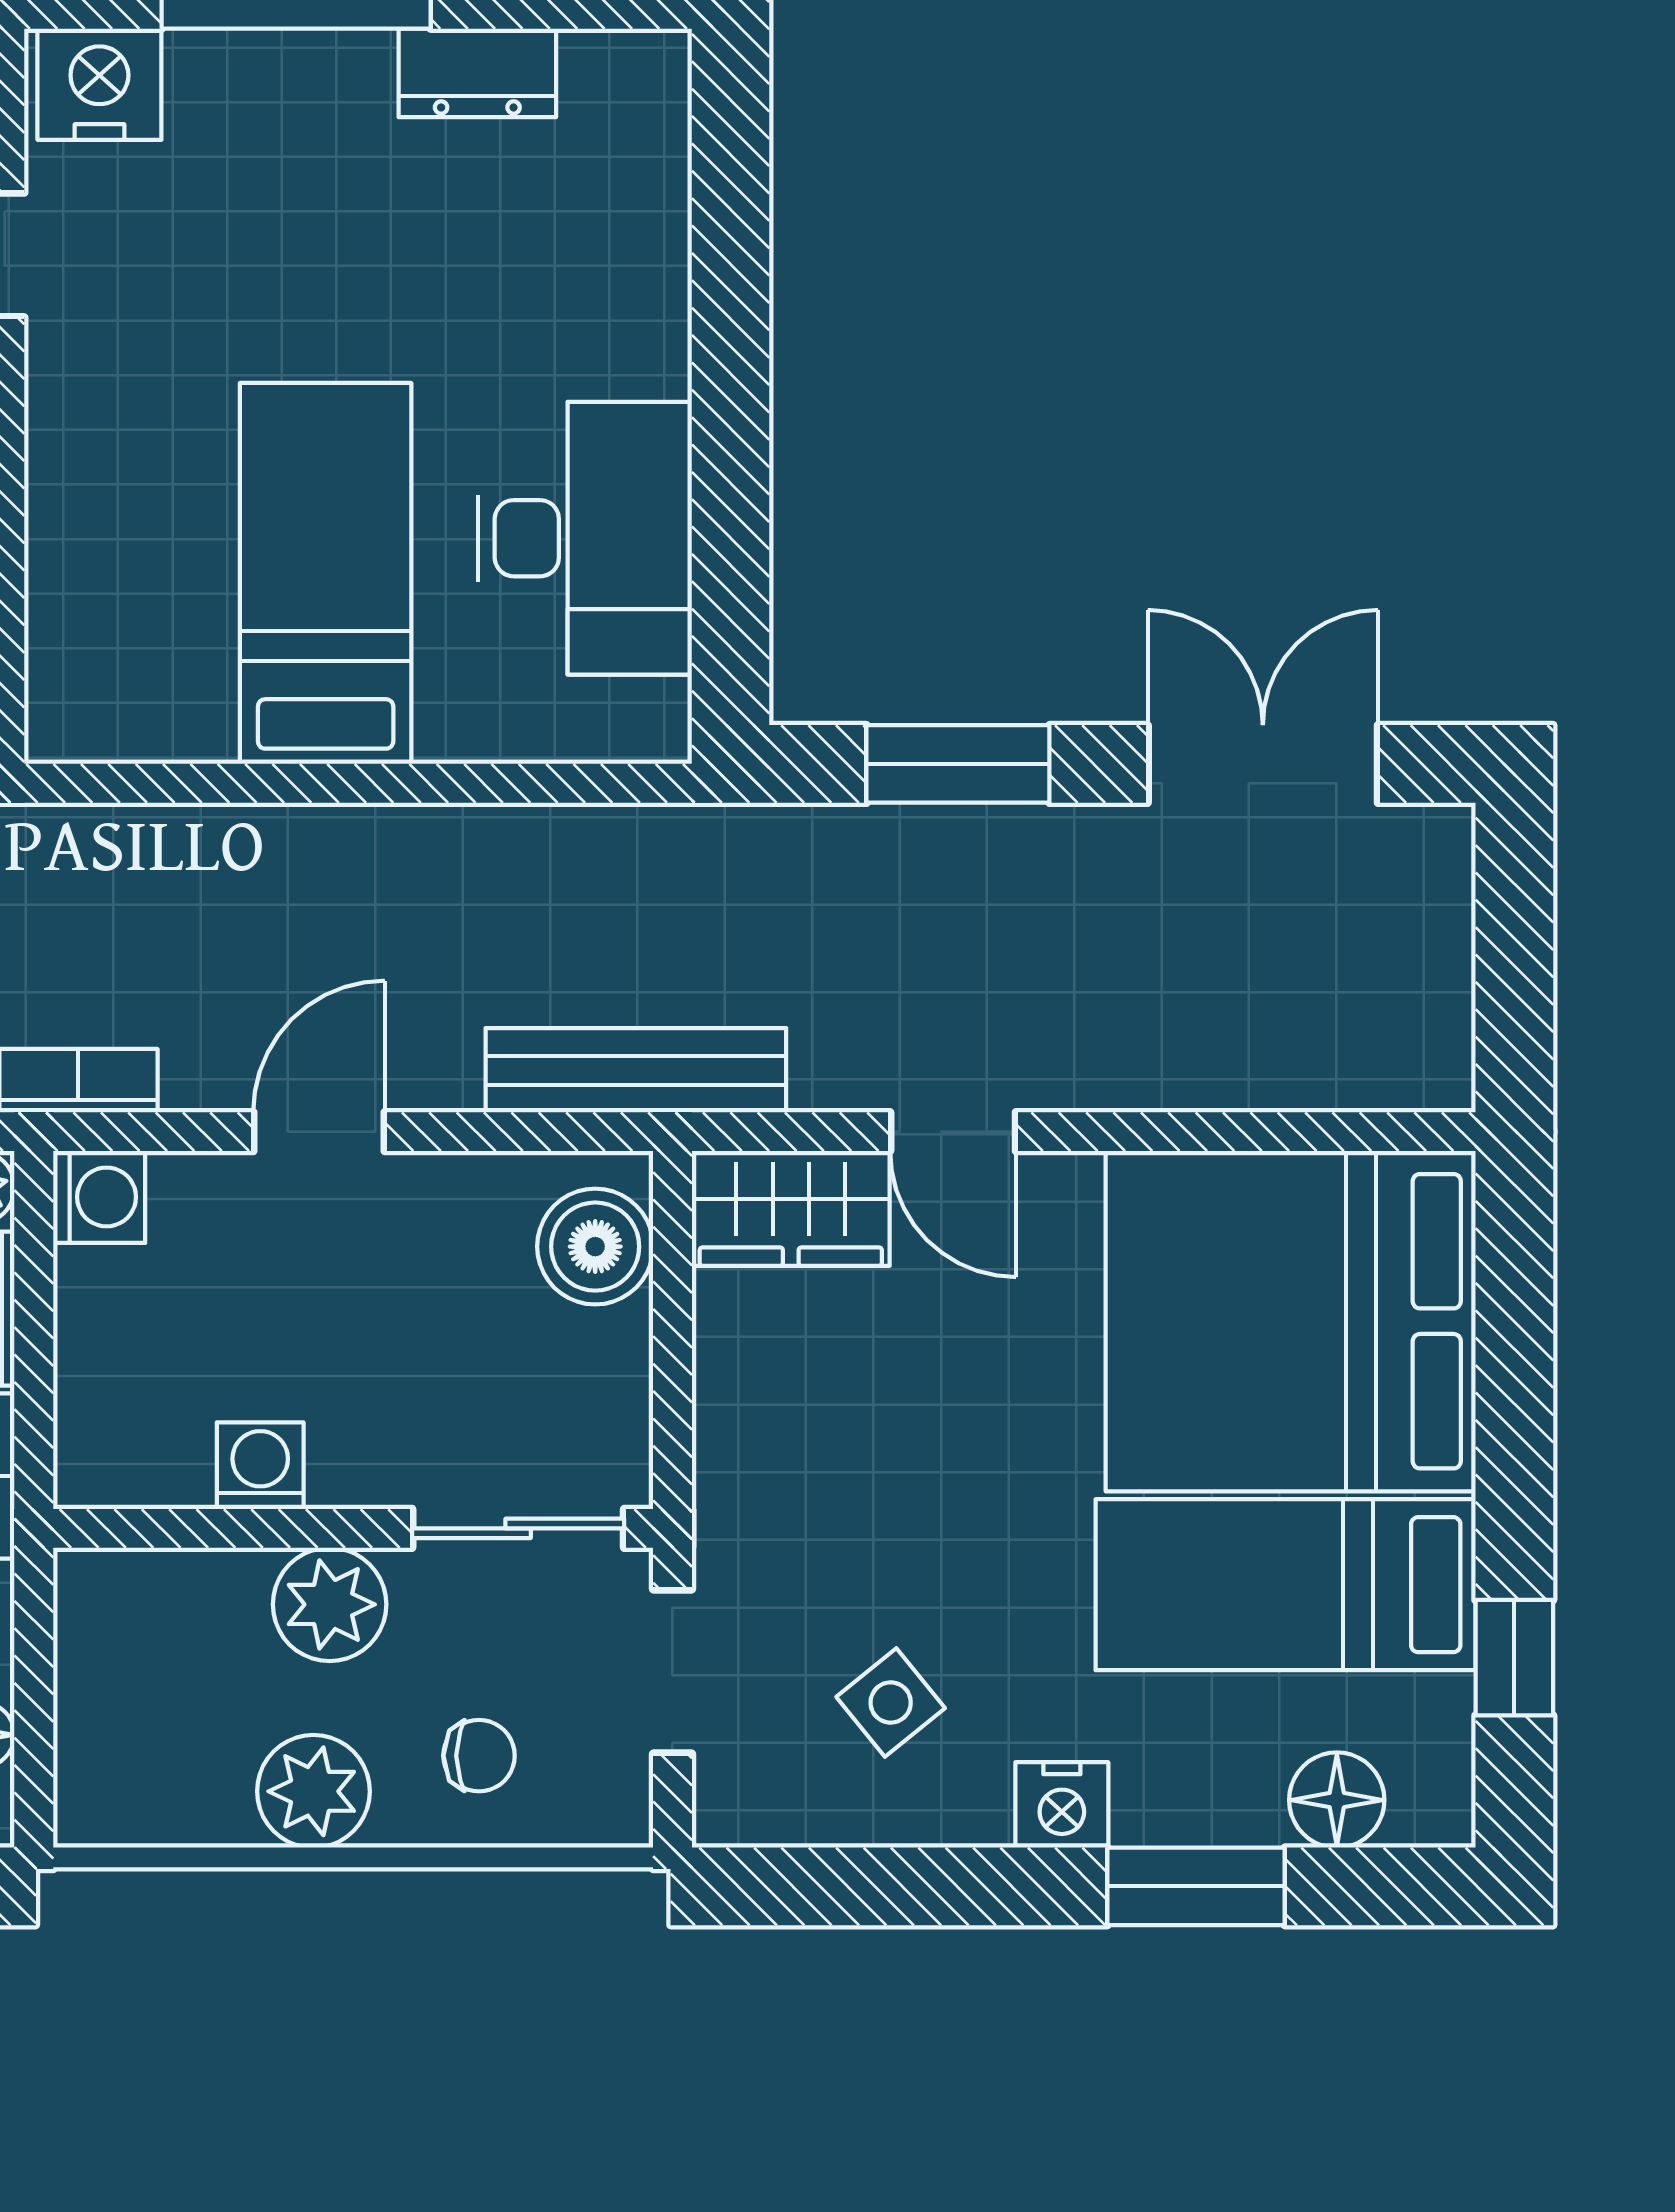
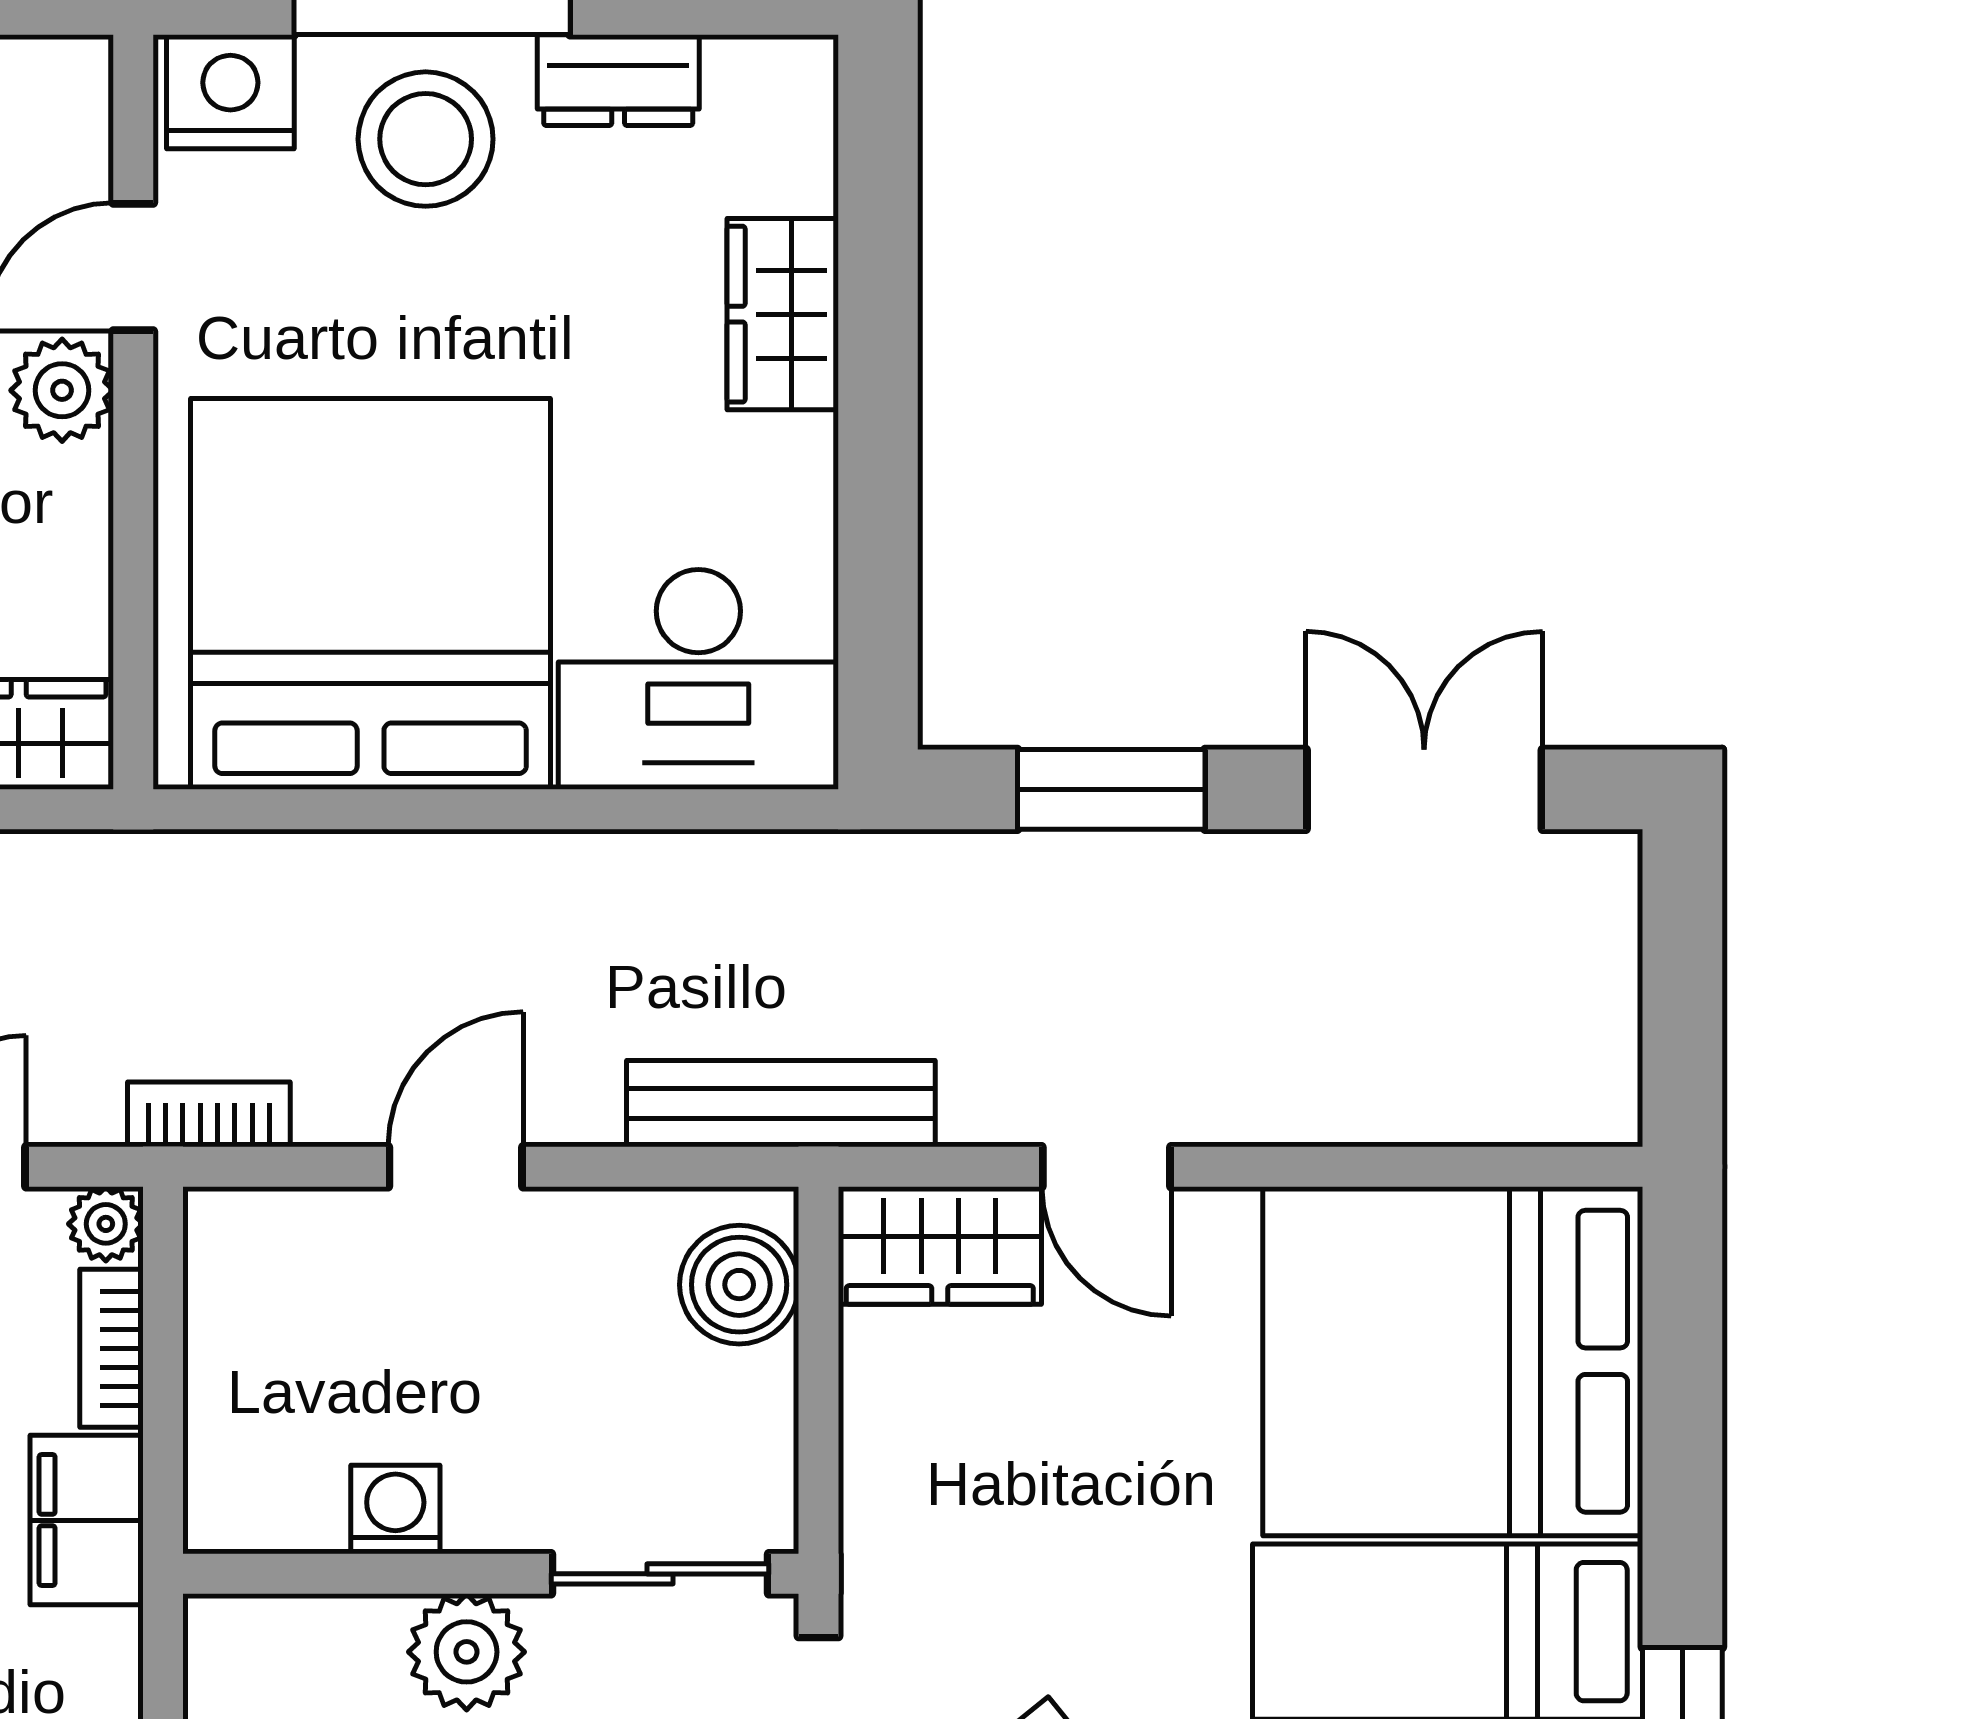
stool: (290, 130) -> (426, 139), added
wardrobe: (638, 301) -> (783, 314), added
desk: (585, 538) -> (698, 679), moved, turned 90
bed: (326, 573) -> (371, 594), width x2.04
washing machine: (99, 1197) -> (230, 1234), removed

